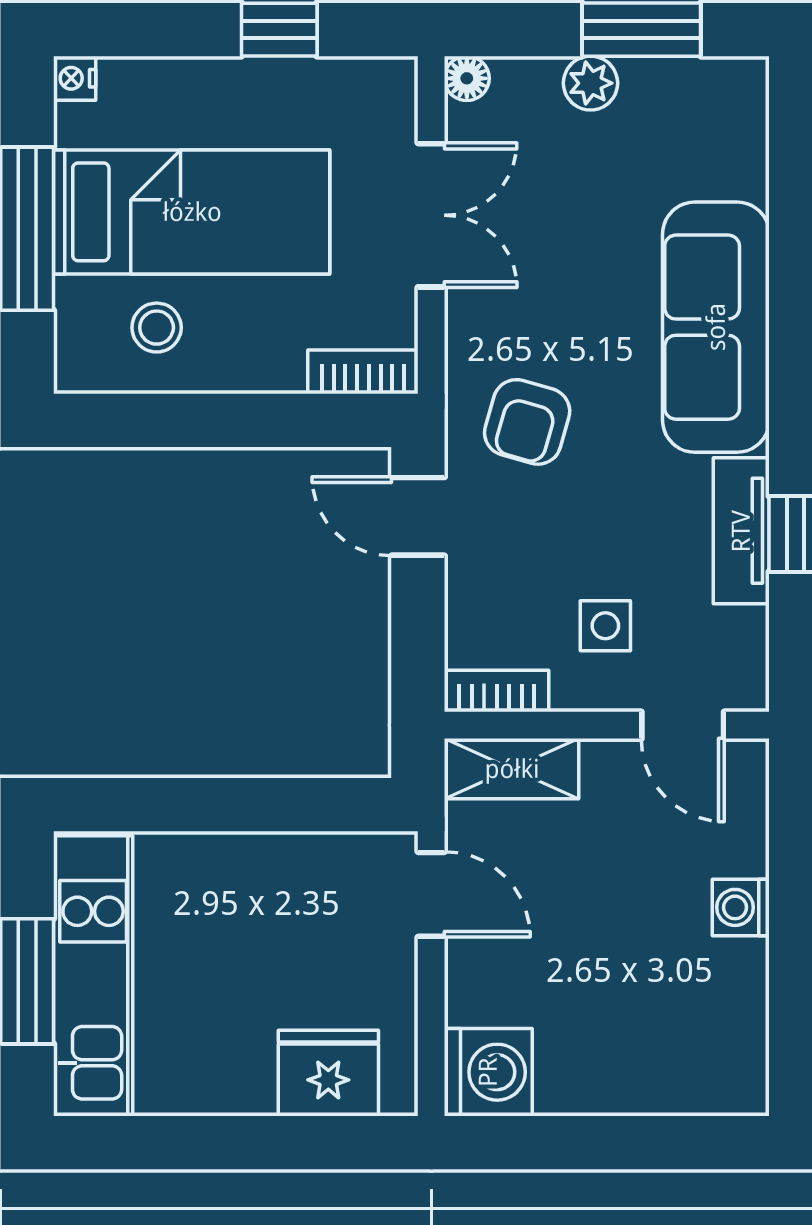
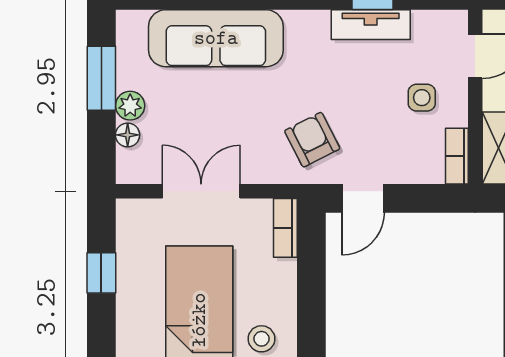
floor lamp: (467, 78) -> (128, 135), moved
sofa: (716, 327) -> (216, 38), moved
armchair: (527, 422) -> (312, 140), turned -133

